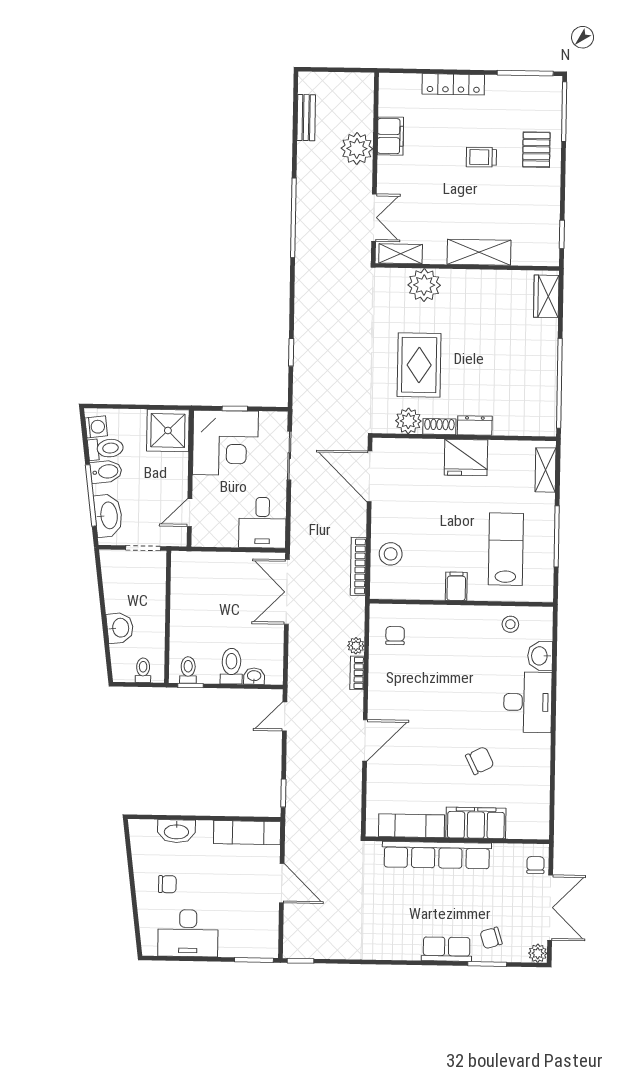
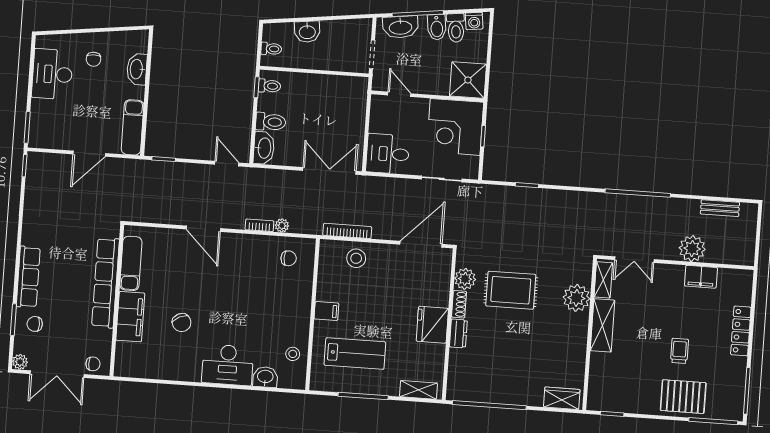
pallet: (536, 150) -> (683, 397), width x1.50, depth x1.42
shelving: (479, 252) -> (602, 325), moved
washbasin: (254, 676) -> (264, 148), width x1.91, depth x1.45
chair: (491, 938) -> (35, 324), turned -73
row of seats: (447, 949) -> (28, 277), width x1.48

